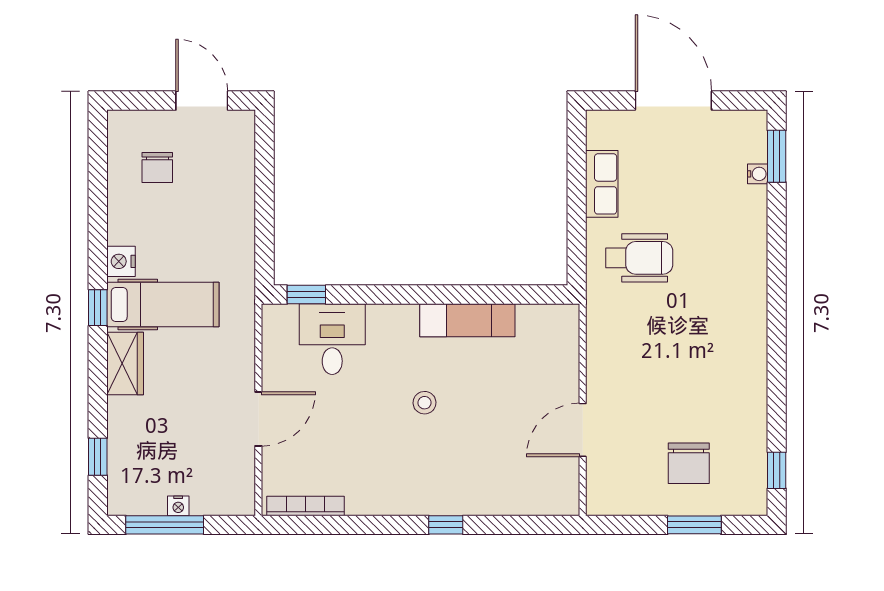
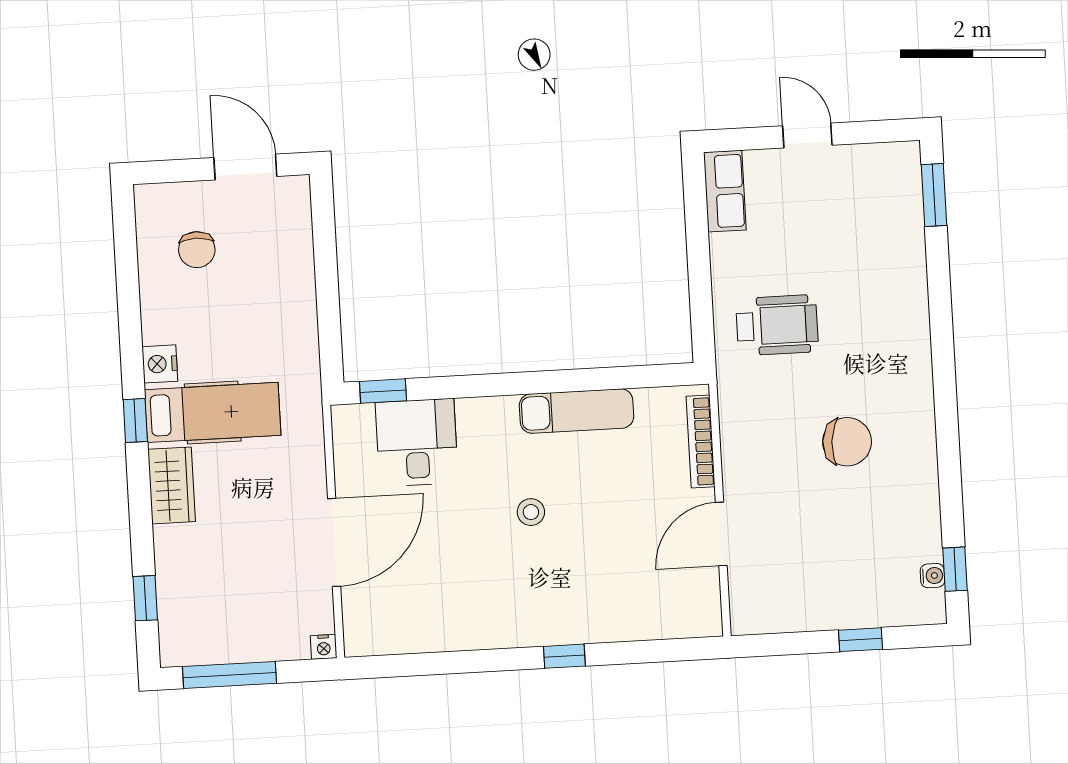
door: (673, 101) -> (807, 136), width x0.53
water cooler: (758, 174) -> (932, 576), moved
row of seats: (602, 184) -> (725, 191), moved
door: (258, 419) -> (334, 542), width x1.36
chair: (689, 463) -> (847, 442), moved, turned -85
nightstand: (178, 506) -> (324, 647), moved
bookcase: (306, 506) -> (701, 442), moved, turned -90
window: (694, 525) -> (860, 640), width x0.67

